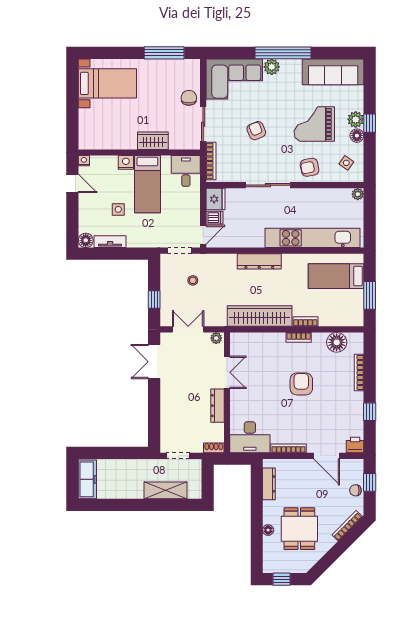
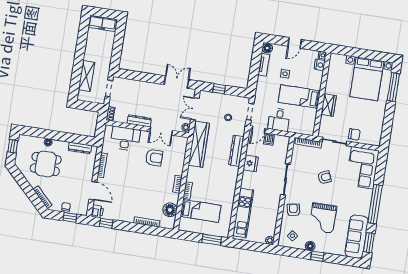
window: (164, 53) -> (393, 87), moved
window: (339, 53) -> (369, 243), added
plant: (272, 67) -> (367, 195), removed
bed with nightstands: (107, 83) -> (367, 79), width x1.36
plant: (356, 119) -> (321, 247), removed
grand piano: (314, 124) -> (323, 218), turned 180
nightstand: (126, 162) -> (320, 65), moved
desk: (186, 171) -> (279, 120), moved, turned 90
door: (72, 183) -> (295, 43), moved
fridge: (216, 199) -> (251, 163), moved, turned -90
door: (203, 235) -> (258, 130), hinge flipped
kitchen unit: (312, 238) -> (243, 213), width x0.73
dresser: (259, 261) -> (236, 151), moved
bed: (336, 276) -> (201, 211), moved, turned 90
window: (370, 295) -> (212, 240), moved
wardrobe: (260, 316) -> (199, 144), moved
double door: (188, 329) -> (195, 109), swing flipped
armchair: (301, 384) -> (154, 158), moved
window: (370, 412) -> (106, 223), moved
desk: (250, 437) -> (125, 139), moved, turned 90
door: (327, 456) -> (93, 191), swing flipped

